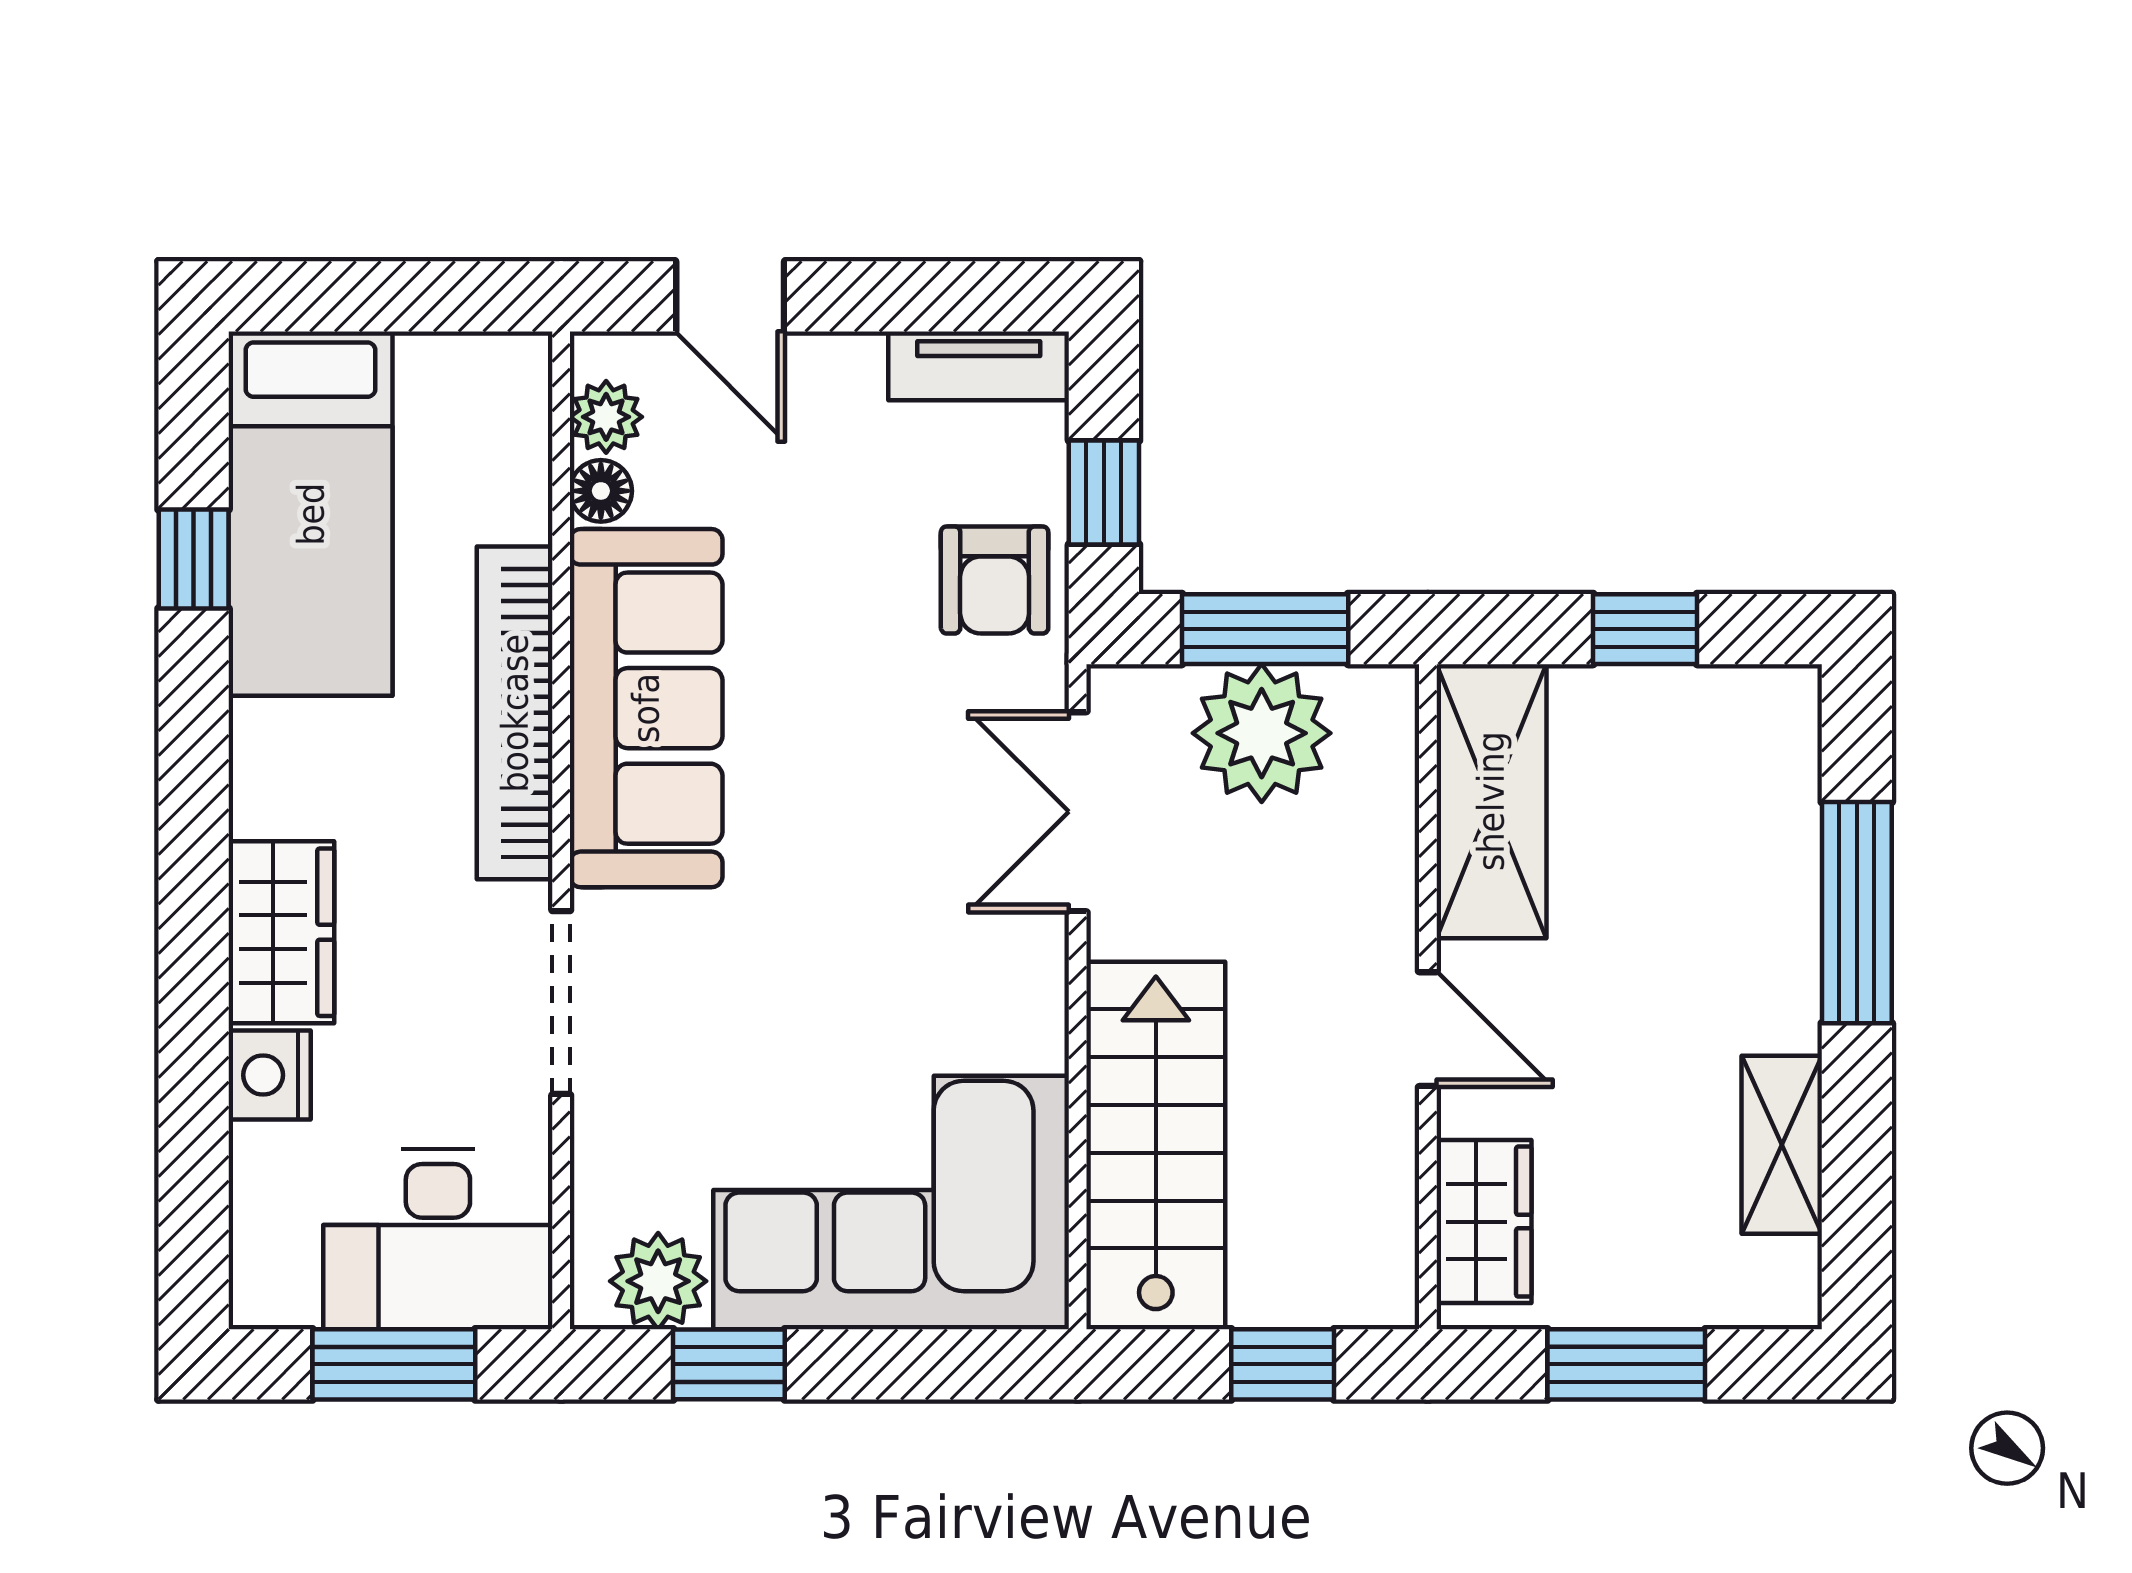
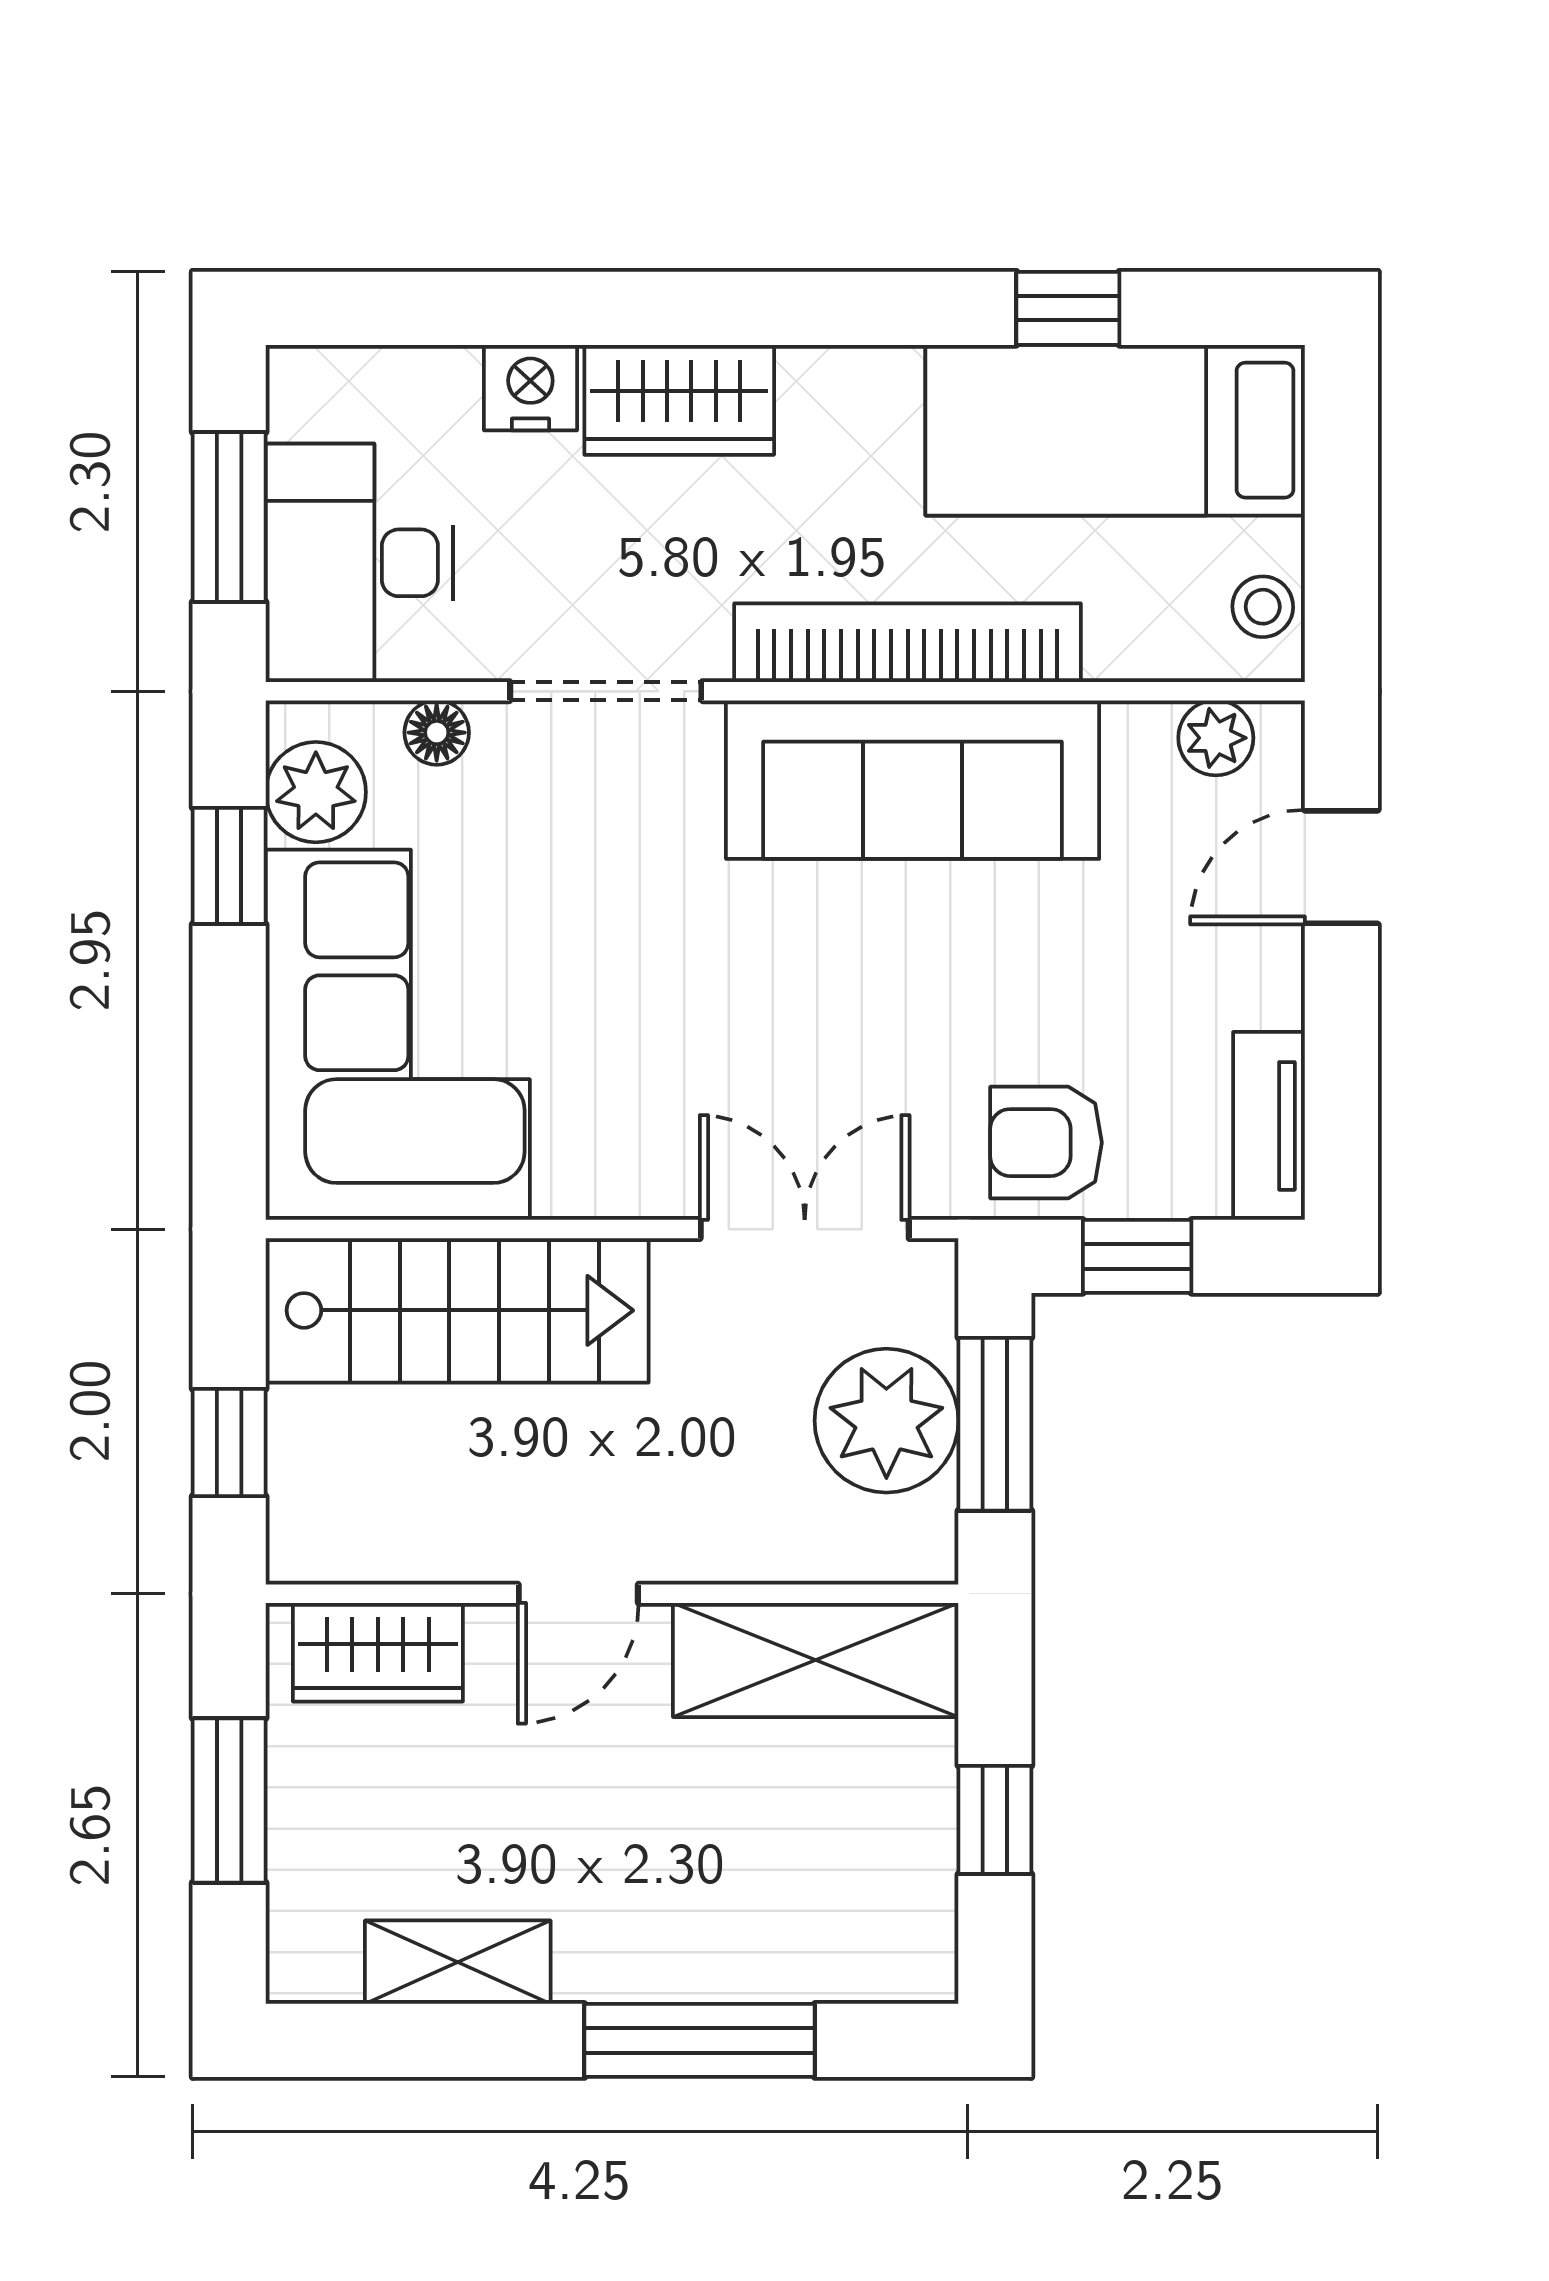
stool: (480, 372) -> (1263, 607), added
floor lamp: (601, 491) -> (437, 733), moved

